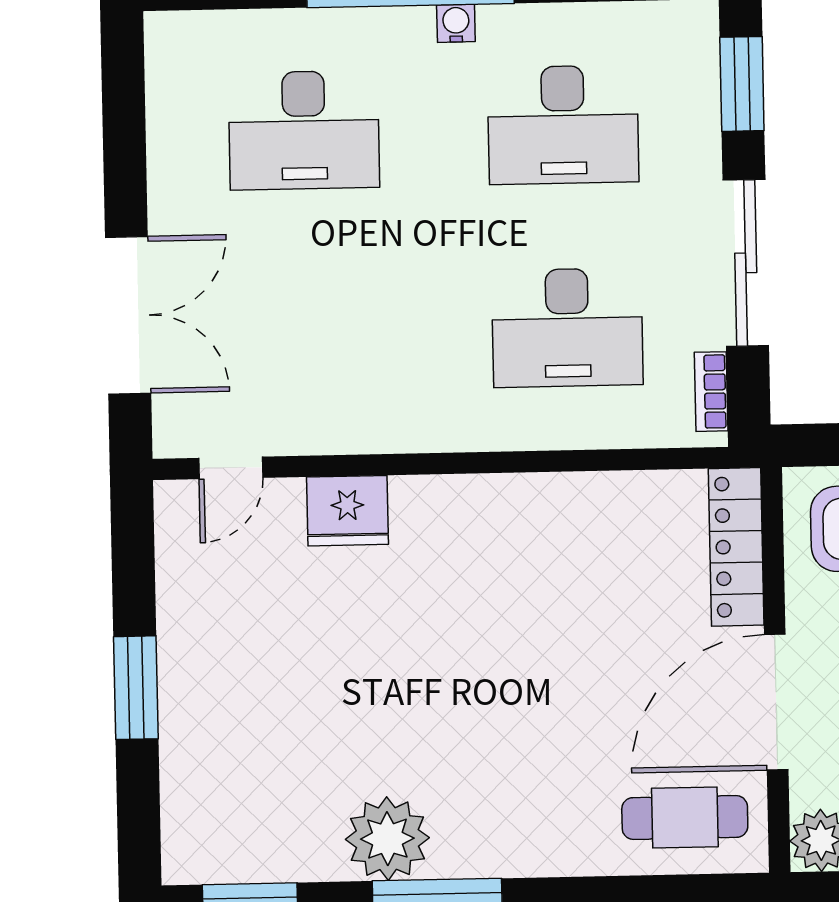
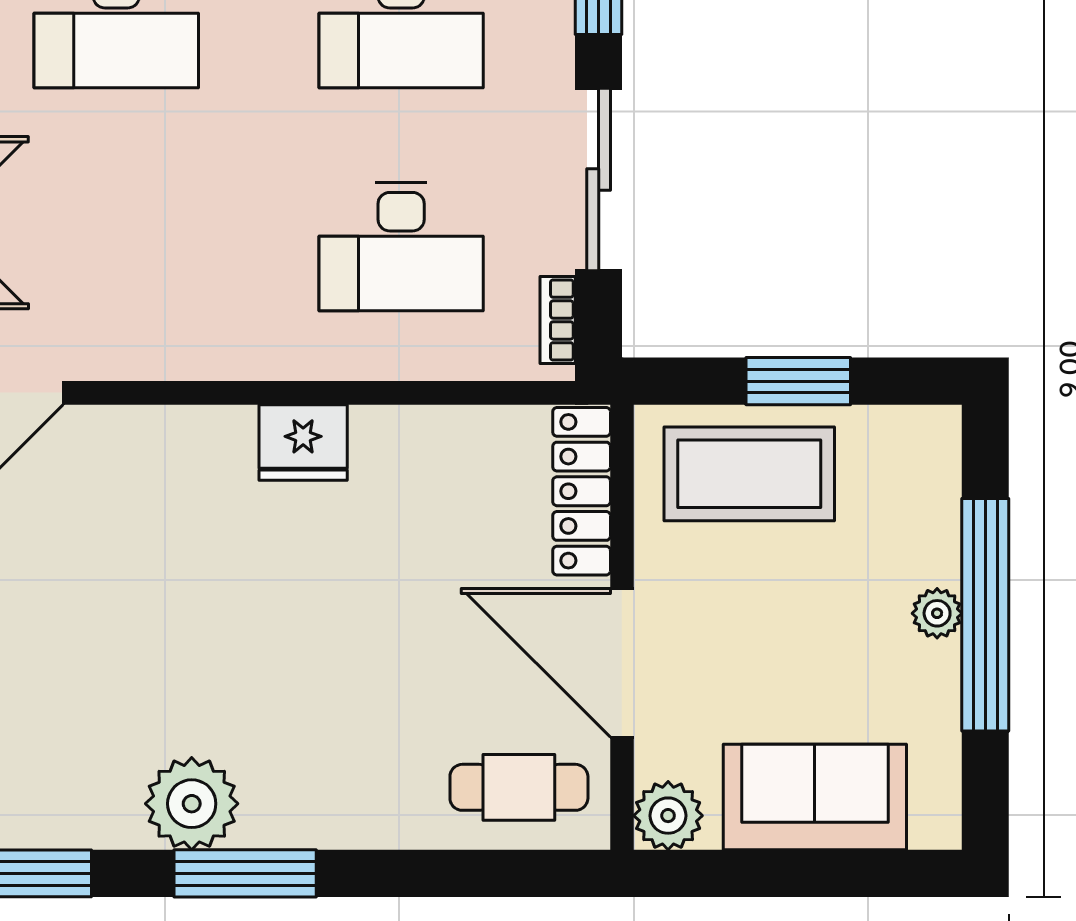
fridge: (347, 511) -> (303, 442), moved
door: (776, 702) -> (622, 663), hinge flipped

